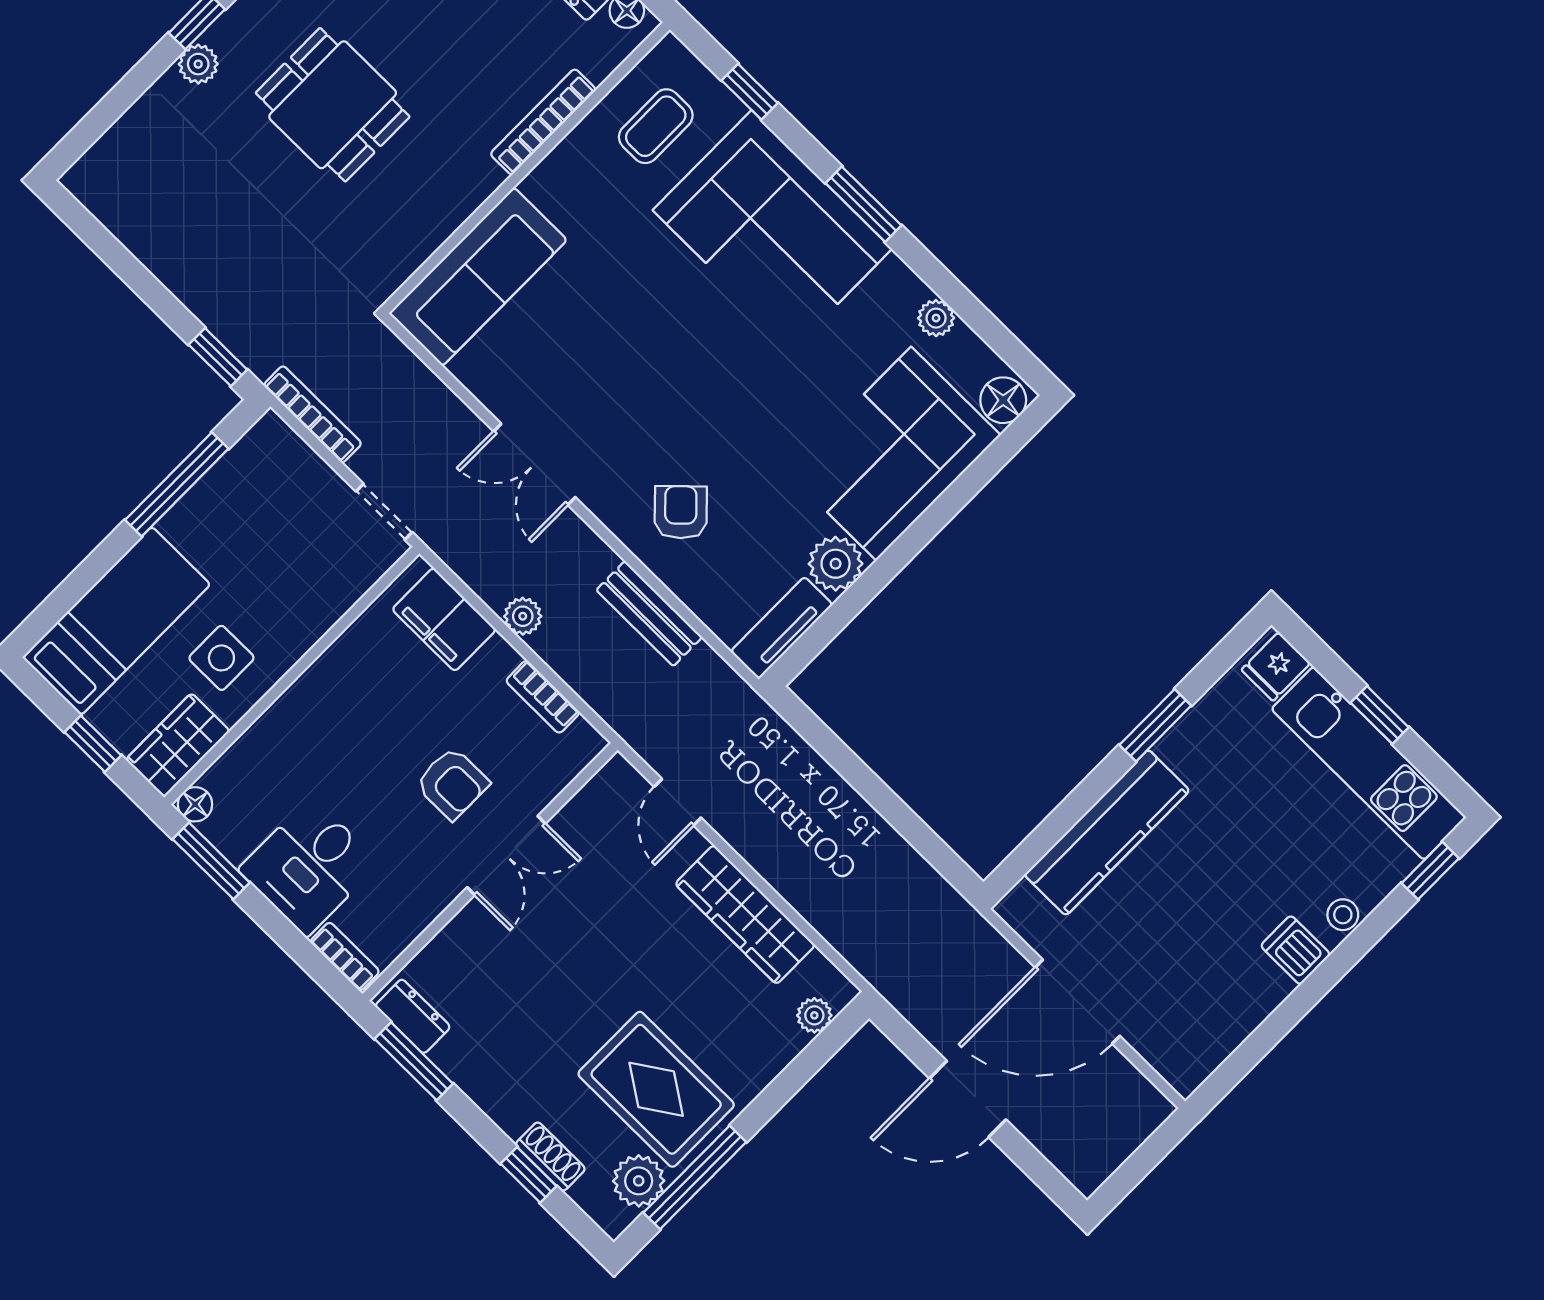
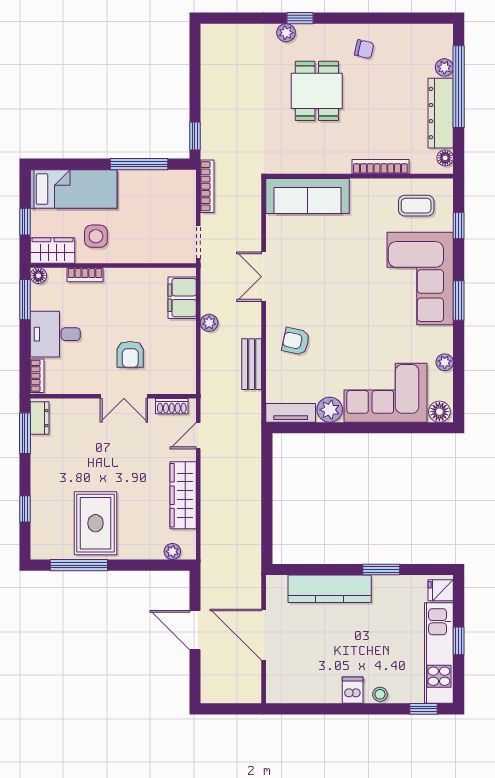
armchair: (681, 512) -> (296, 341), turned -124
bookcase: (543, 697) -> (85, 275), moved, turned -90
shoe rack: (550, 1157) -> (172, 406), moved, turned 90
plant: (639, 1181) -> (59, 548), removed

